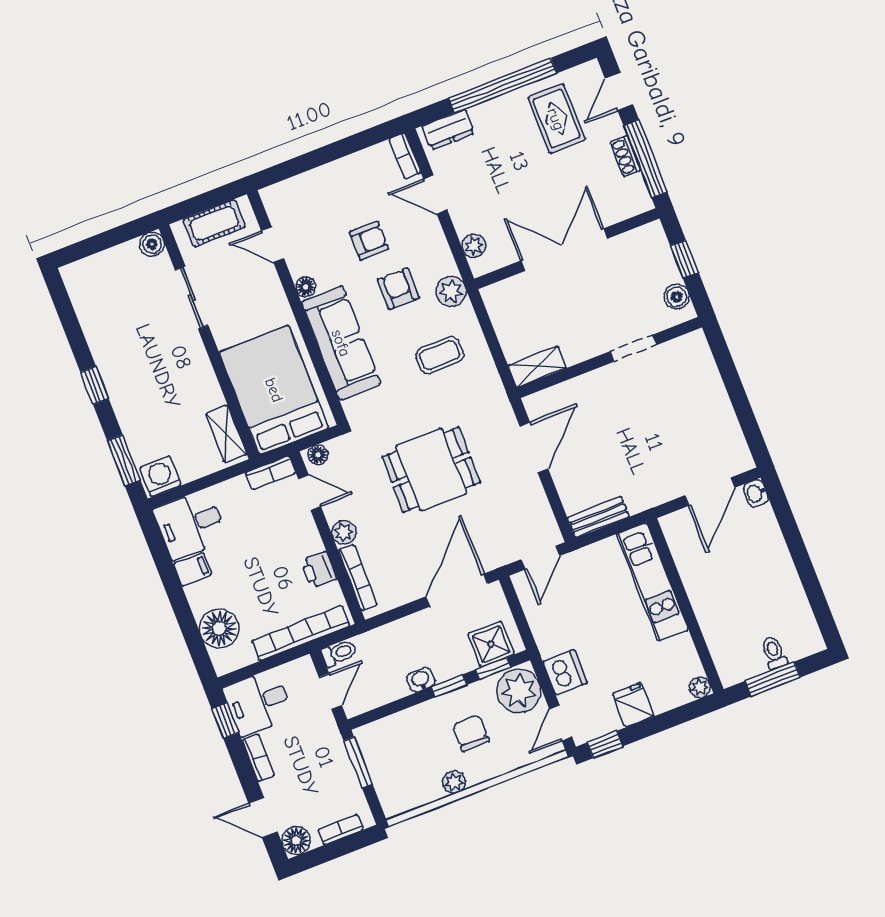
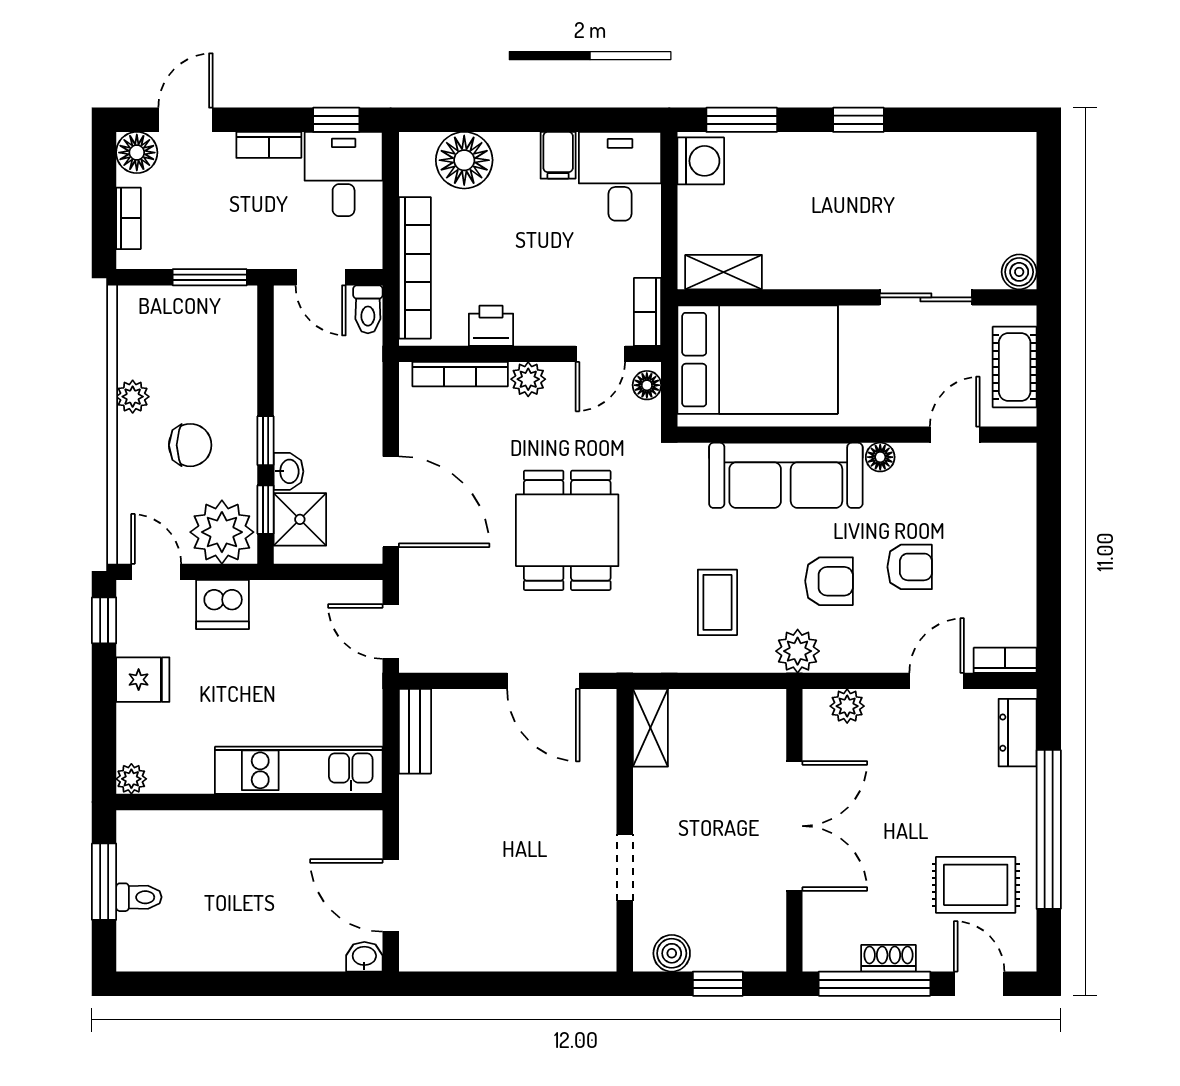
armchair: (369, 241) -> (910, 567), turned -90
washbasin: (421, 680) -> (289, 471), moved

